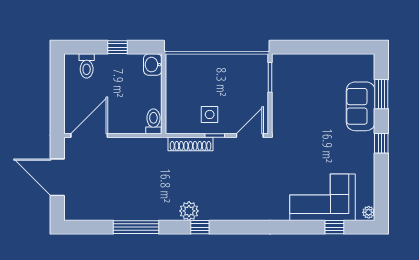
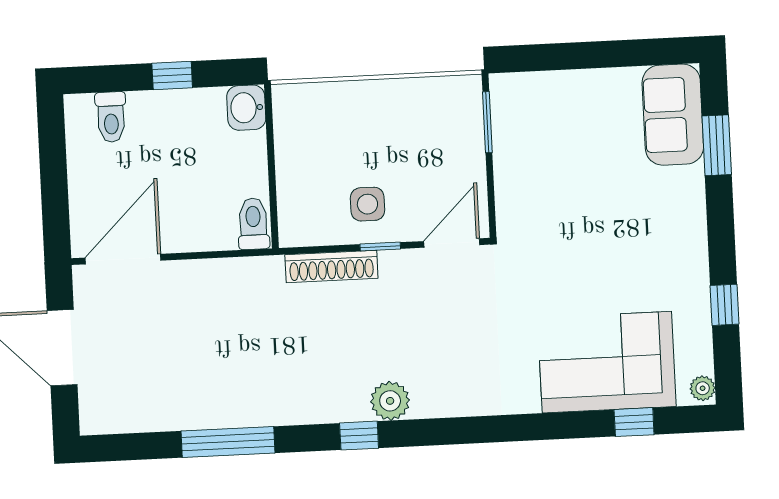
sofa: (361, 106) -> (673, 115), moved
window: (381, 143) -> (725, 305), moved
plant: (189, 211) -> (390, 401), moved

